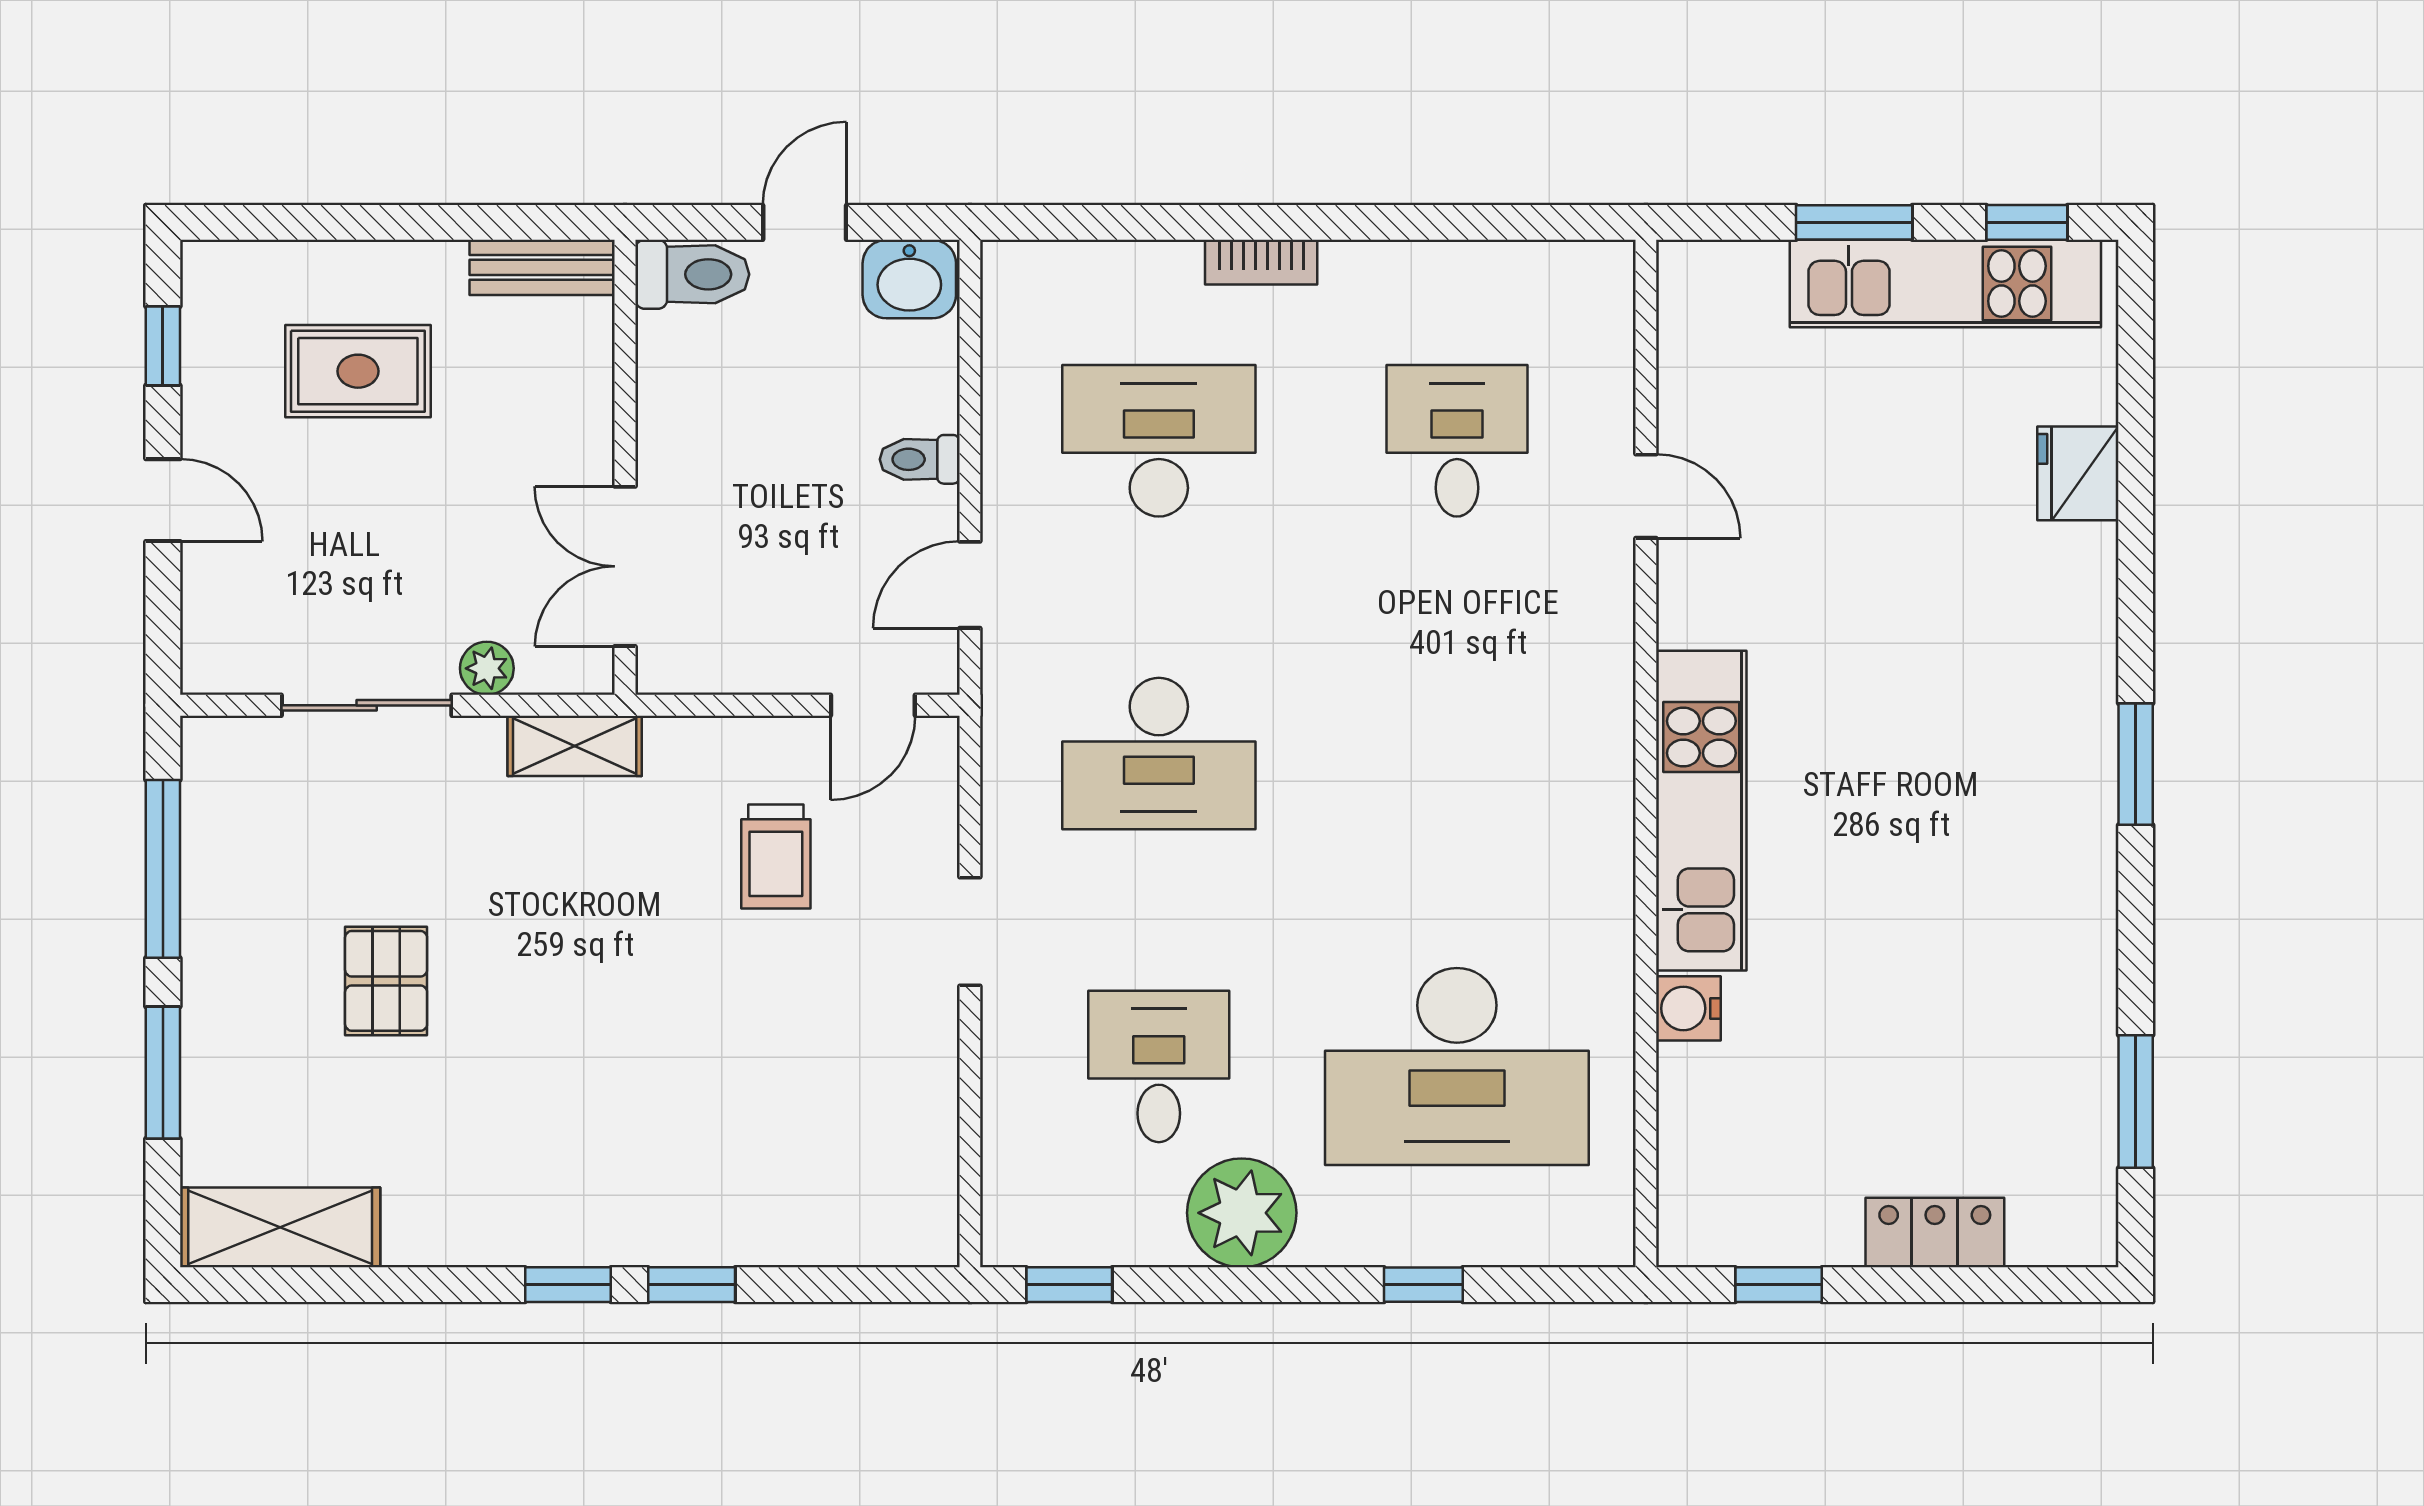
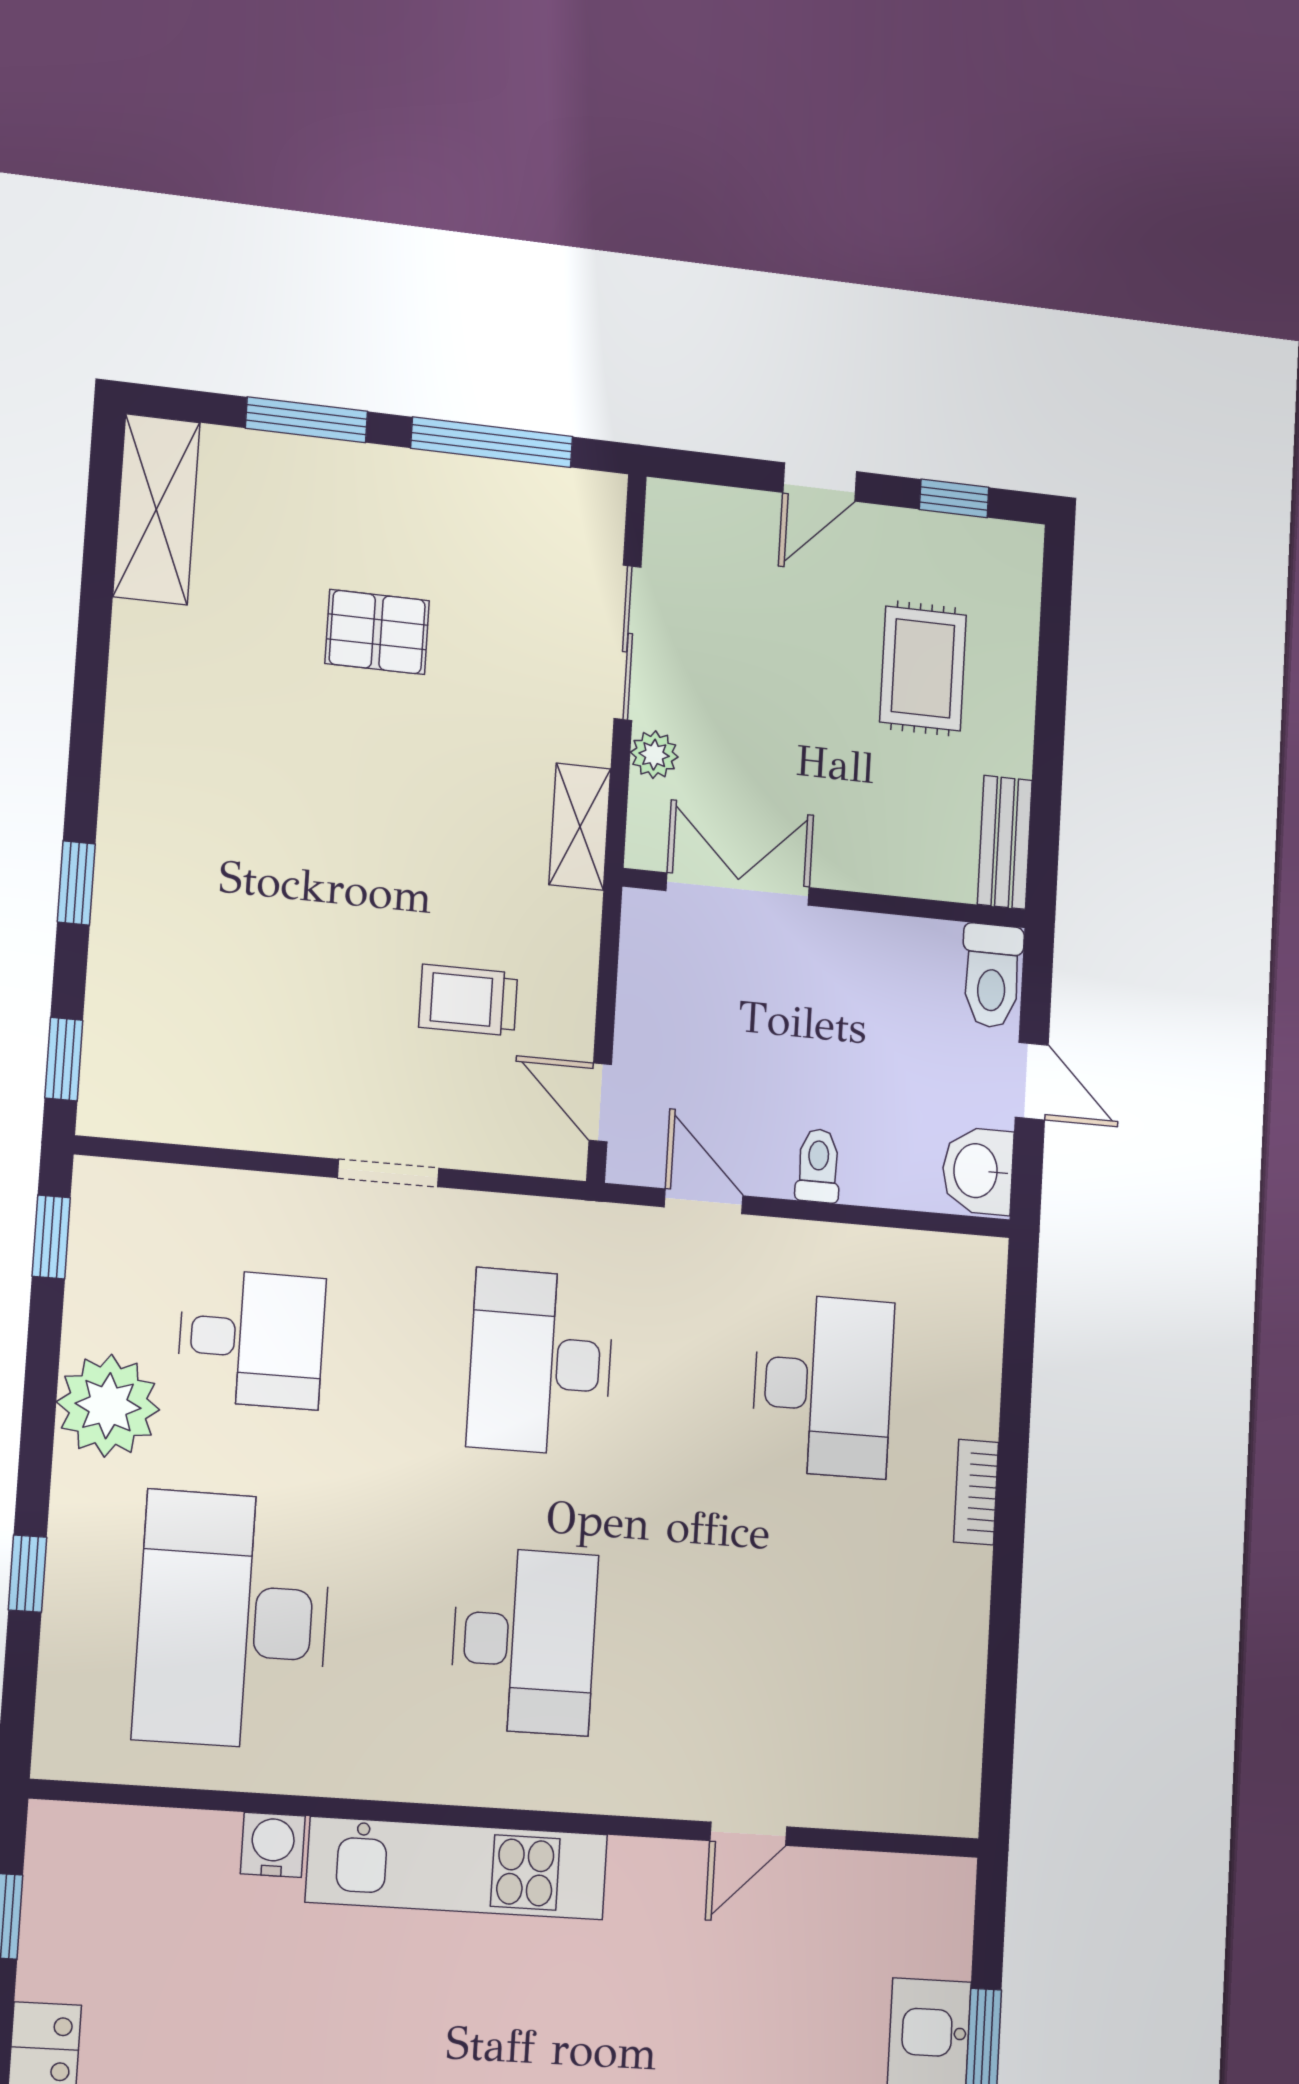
desk: (1457, 441) -> (524, 1641), moved, width x1.37
window: (568, 1285) -> (64, 1059), moved

